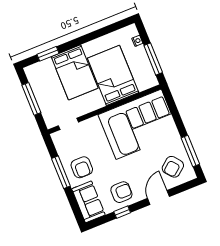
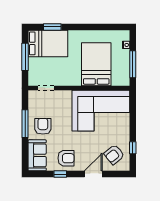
bed: (75, 72) -> (48, 43), moved, turned -90
window: (190, 151) -> (133, 148), width x0.46
armchair: (82, 167) -> (43, 126), turned 180

